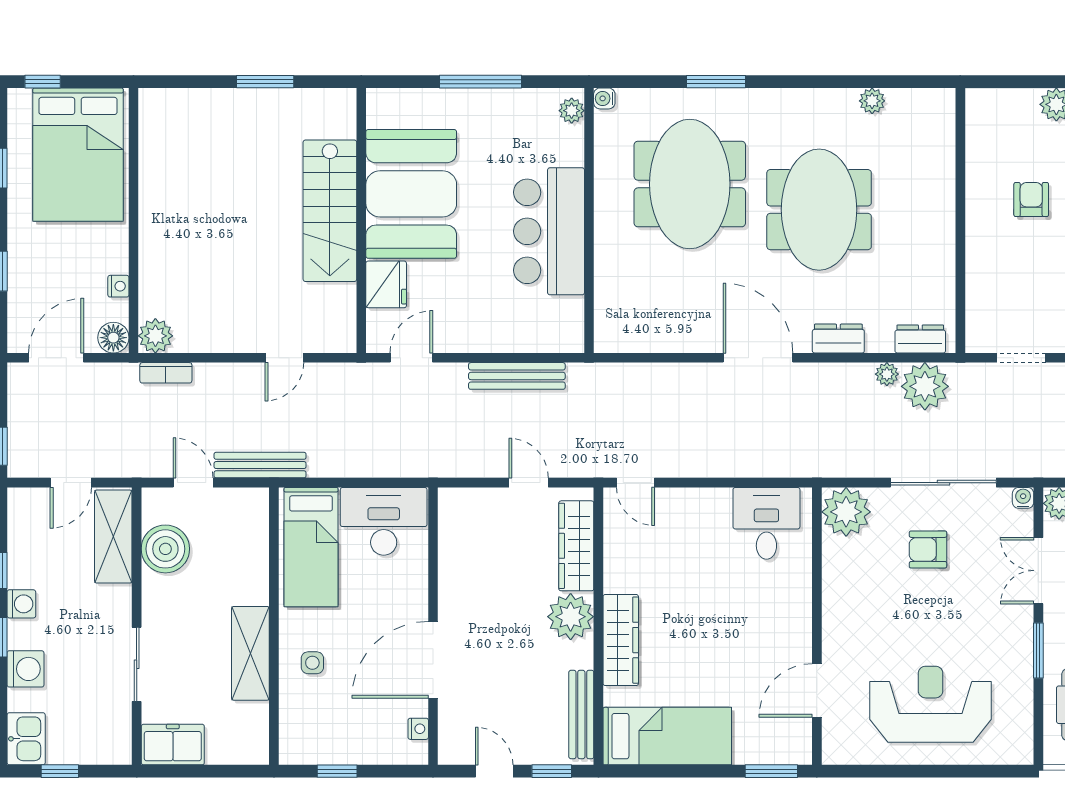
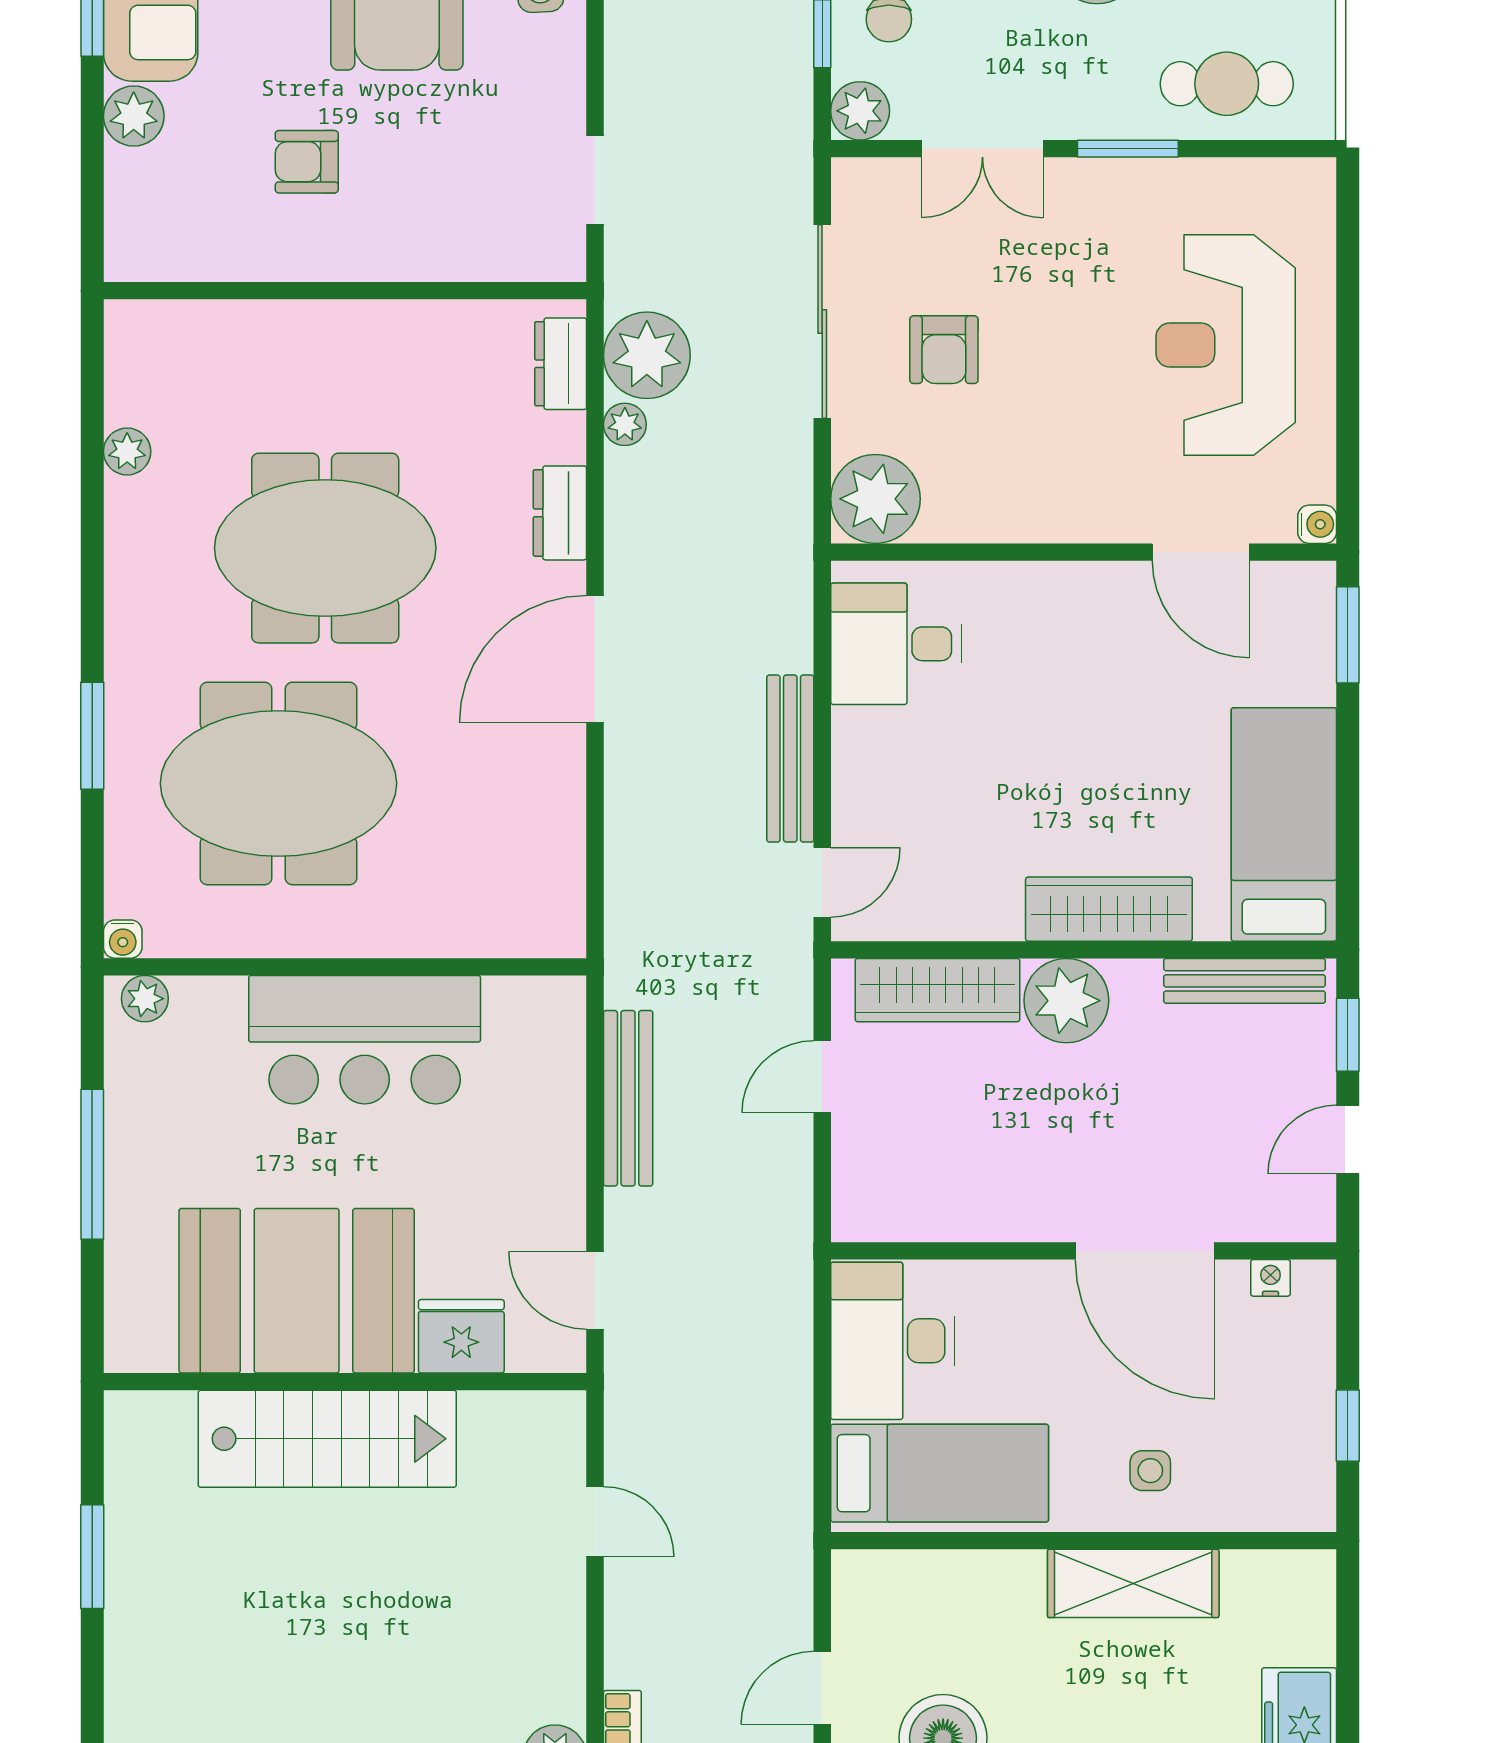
bench: (260, 465) -> (790, 759), moved
water cooler: (1023, 498) -> (1317, 524), moved, turned 180

